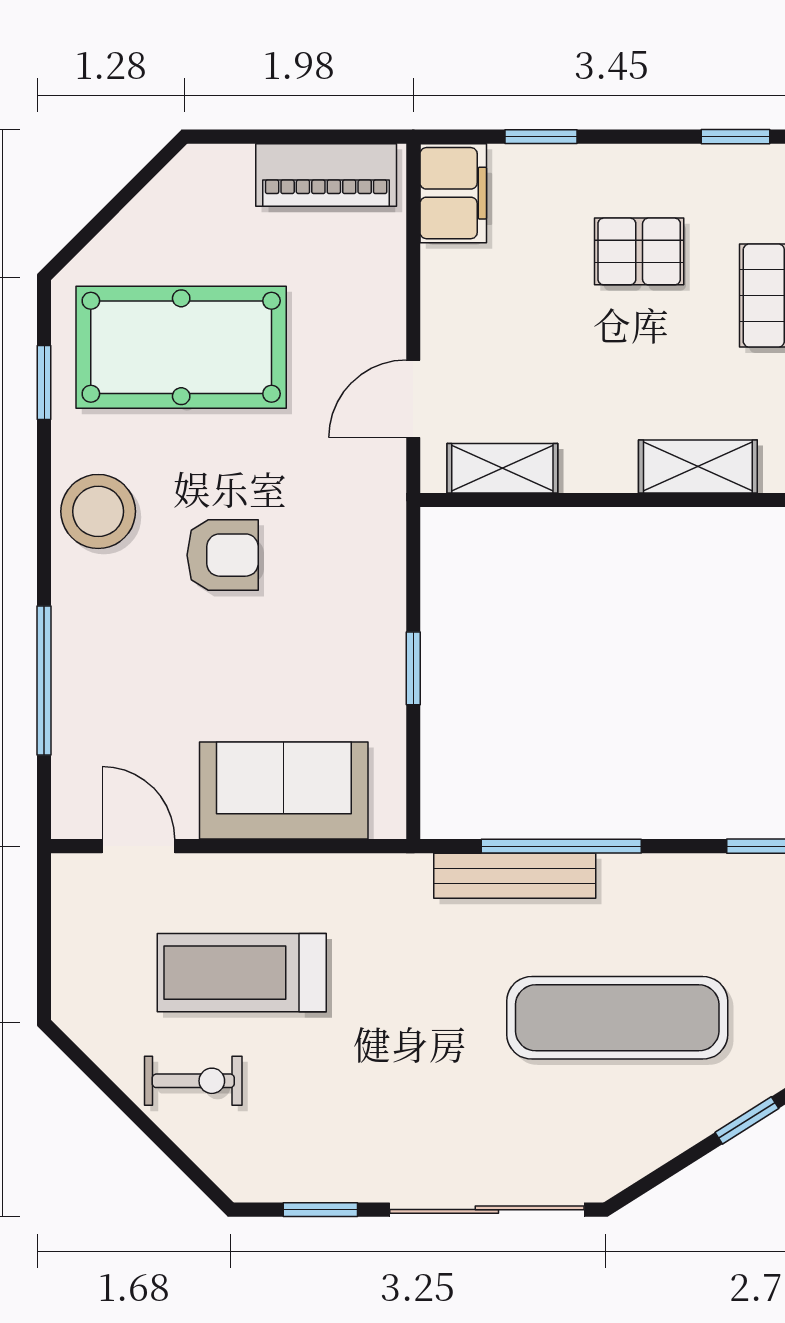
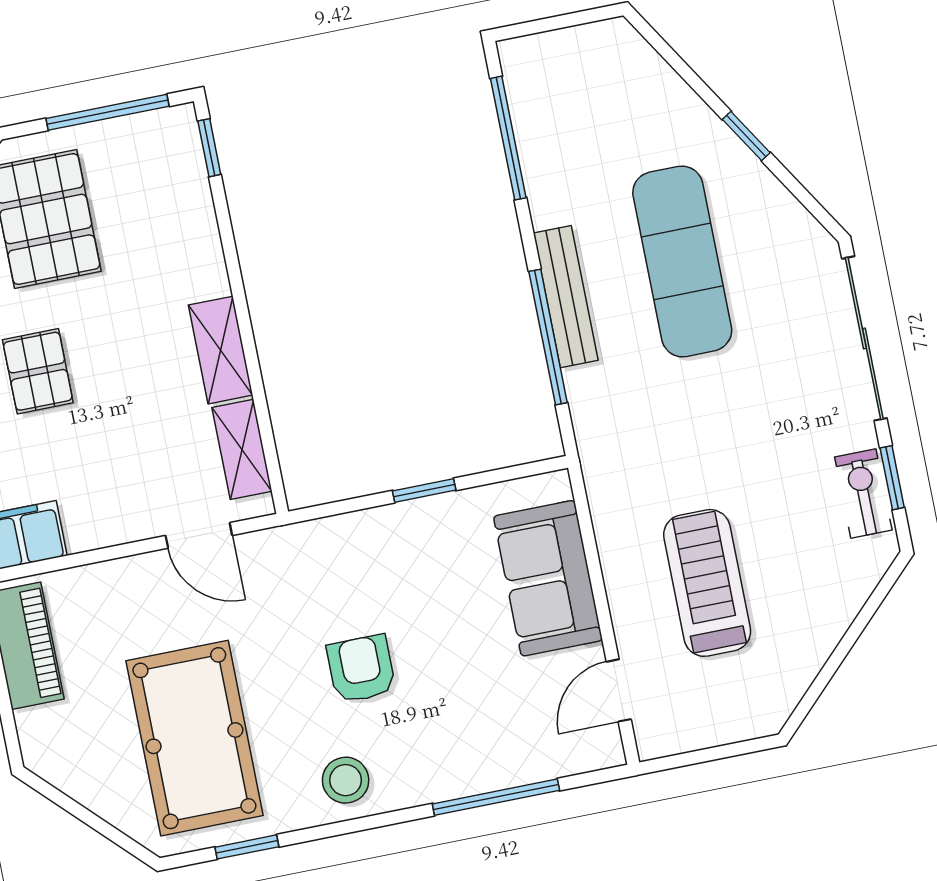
shelving: (698, 466) -> (221, 350), moved
stool: (98, 511) -> (346, 780), width x0.73, depth x0.73
bench: (515, 876) -> (566, 297), moved
treadmill: (242, 973) -> (707, 583), turned 180
exercise bike: (193, 1081) -> (863, 494), moved

